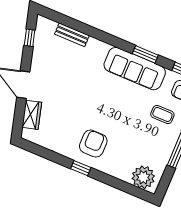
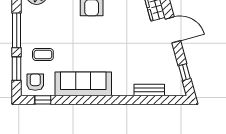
window: (145, 54) -> (79, 100), removed

